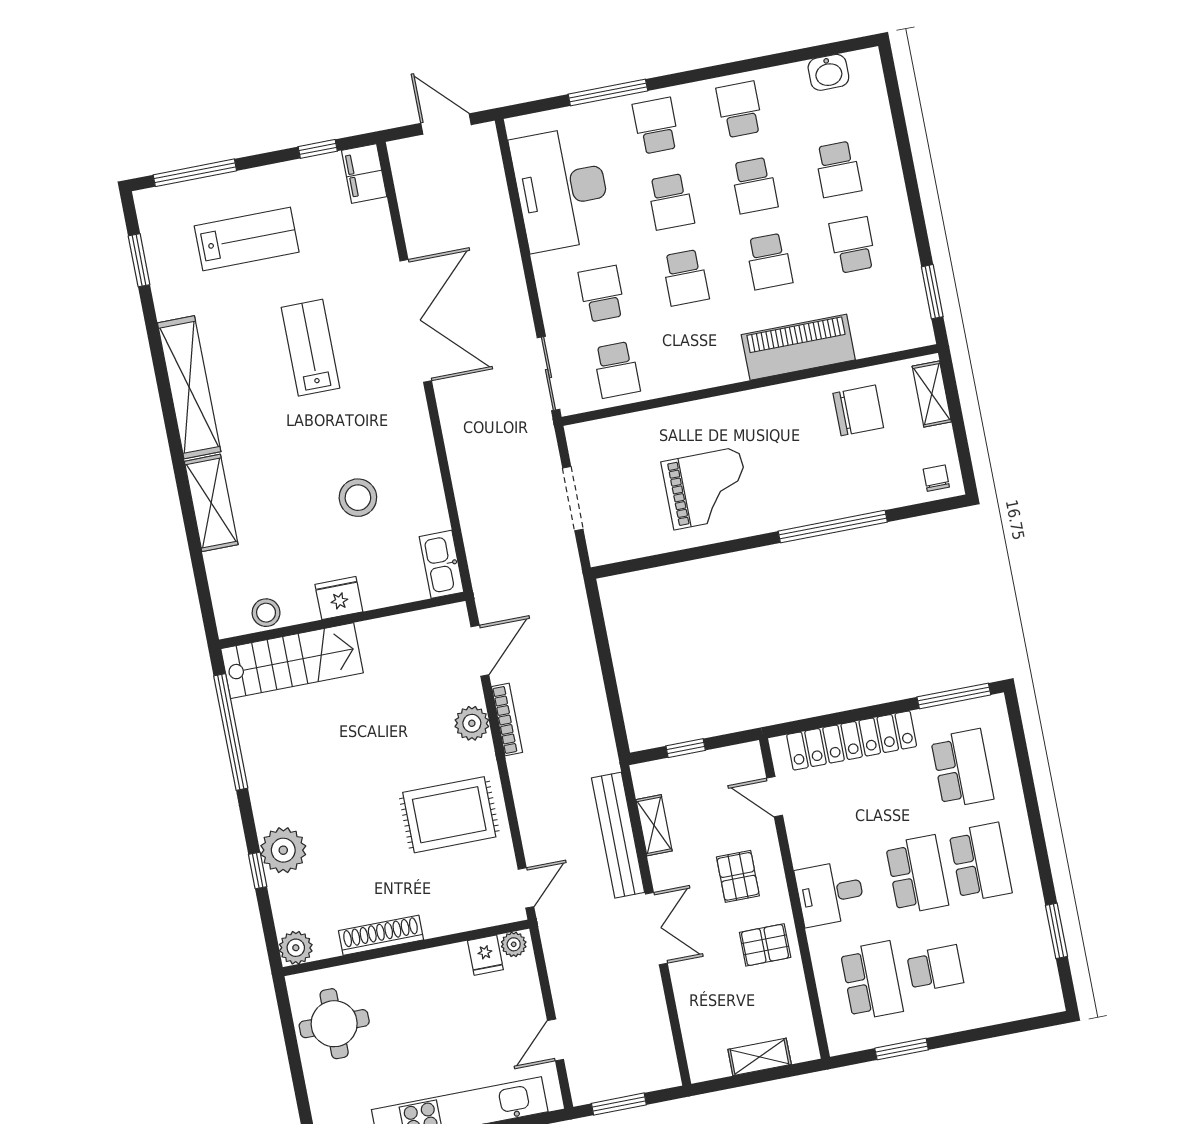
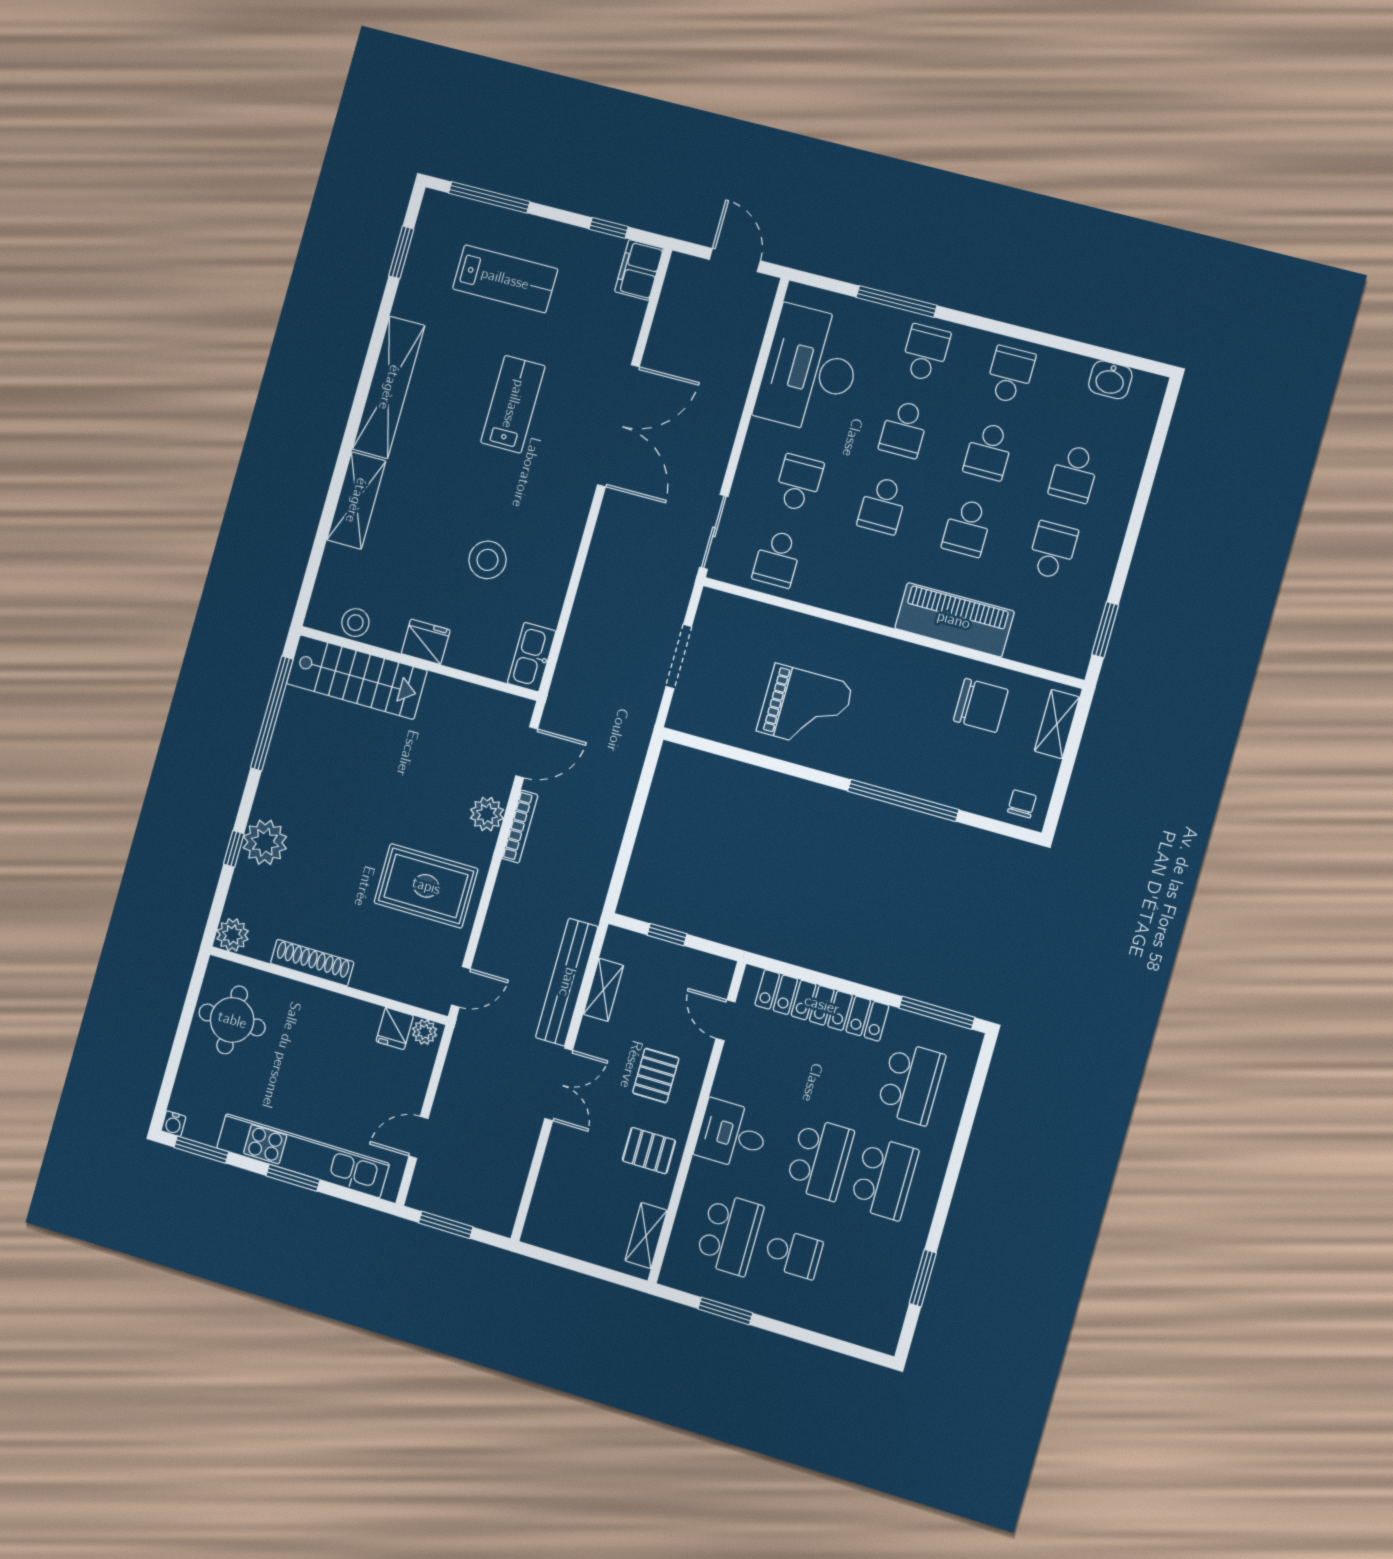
shelving: (760, 1057) -> (646, 1236), moved, turned 90

